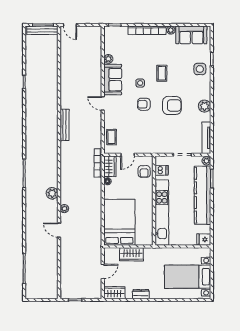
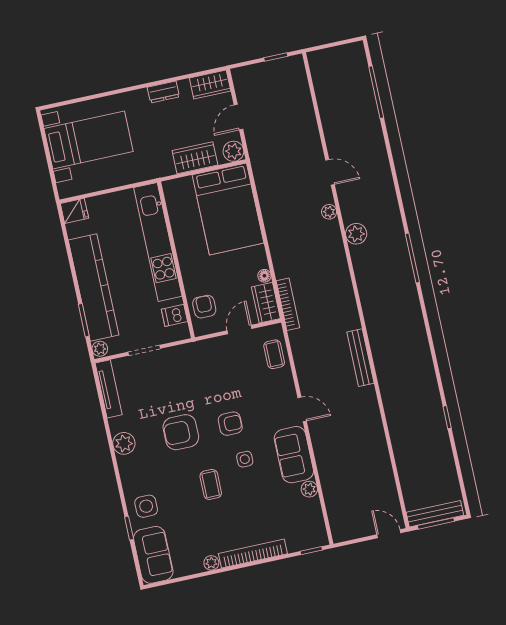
sofa: (191, 35) -> (153, 555), moved, turned 90
plant: (110, 253) -> (233, 151), added

